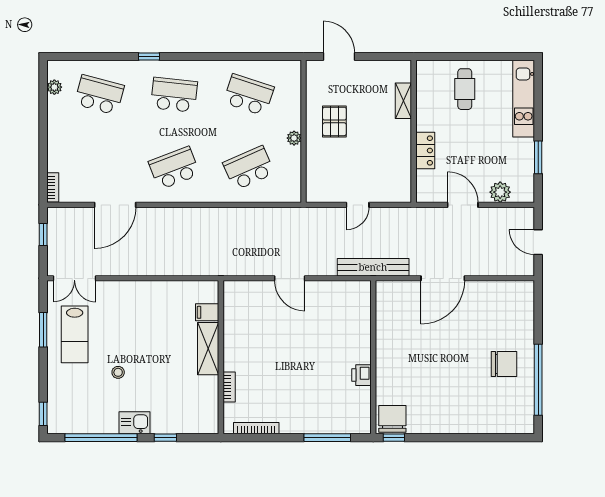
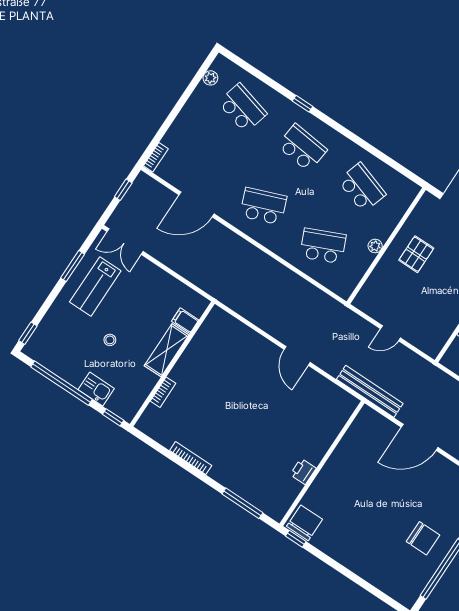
filing cabinet: (207, 312) -> (185, 321), moved
shelving: (208, 349) -> (167, 350), moved
wall: (221, 357) -> (172, 364), moved
bookcase: (229, 387) -> (163, 392), moved

